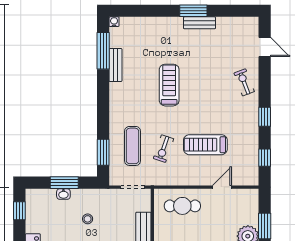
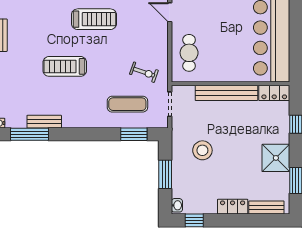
treadmill: (205, 145) -> (94, 19), moved, turned -90
exercise bike: (163, 149) -> (144, 72), moved
washbasin: (63, 194) -> (177, 205), moved
stool: (88, 219) -> (202, 150), width x1.89, depth x1.89

